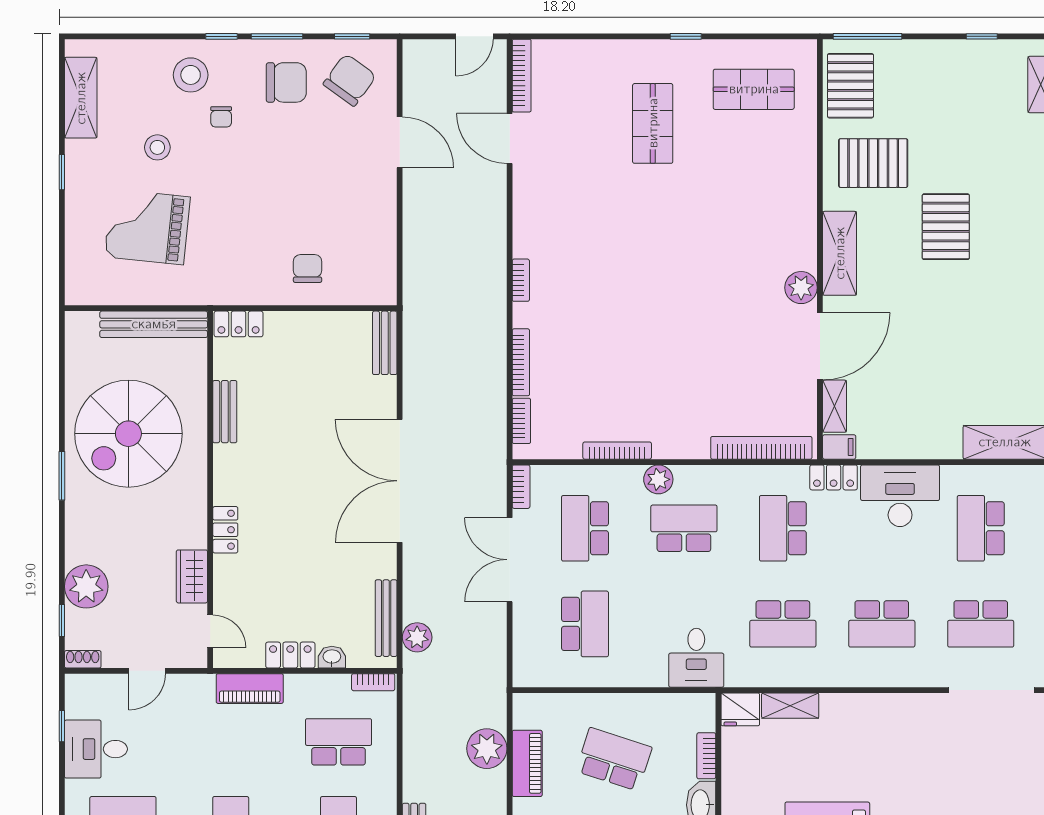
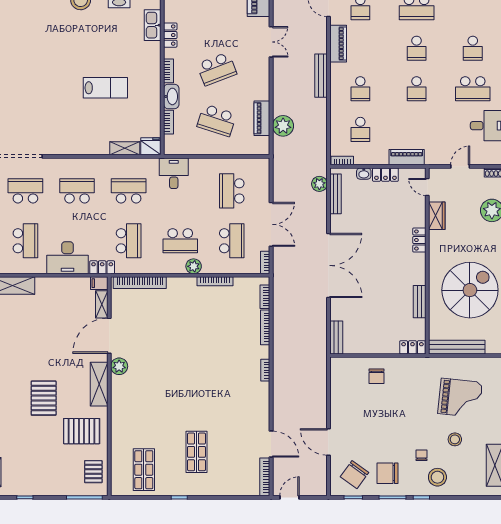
pallet: (850, 86) -> (93, 472), width x0.67, depth x0.71
shop shelf: (754, 89) -> (144, 470), turned 90
school desk: (339, 742) -> (360, 129), width x0.54

